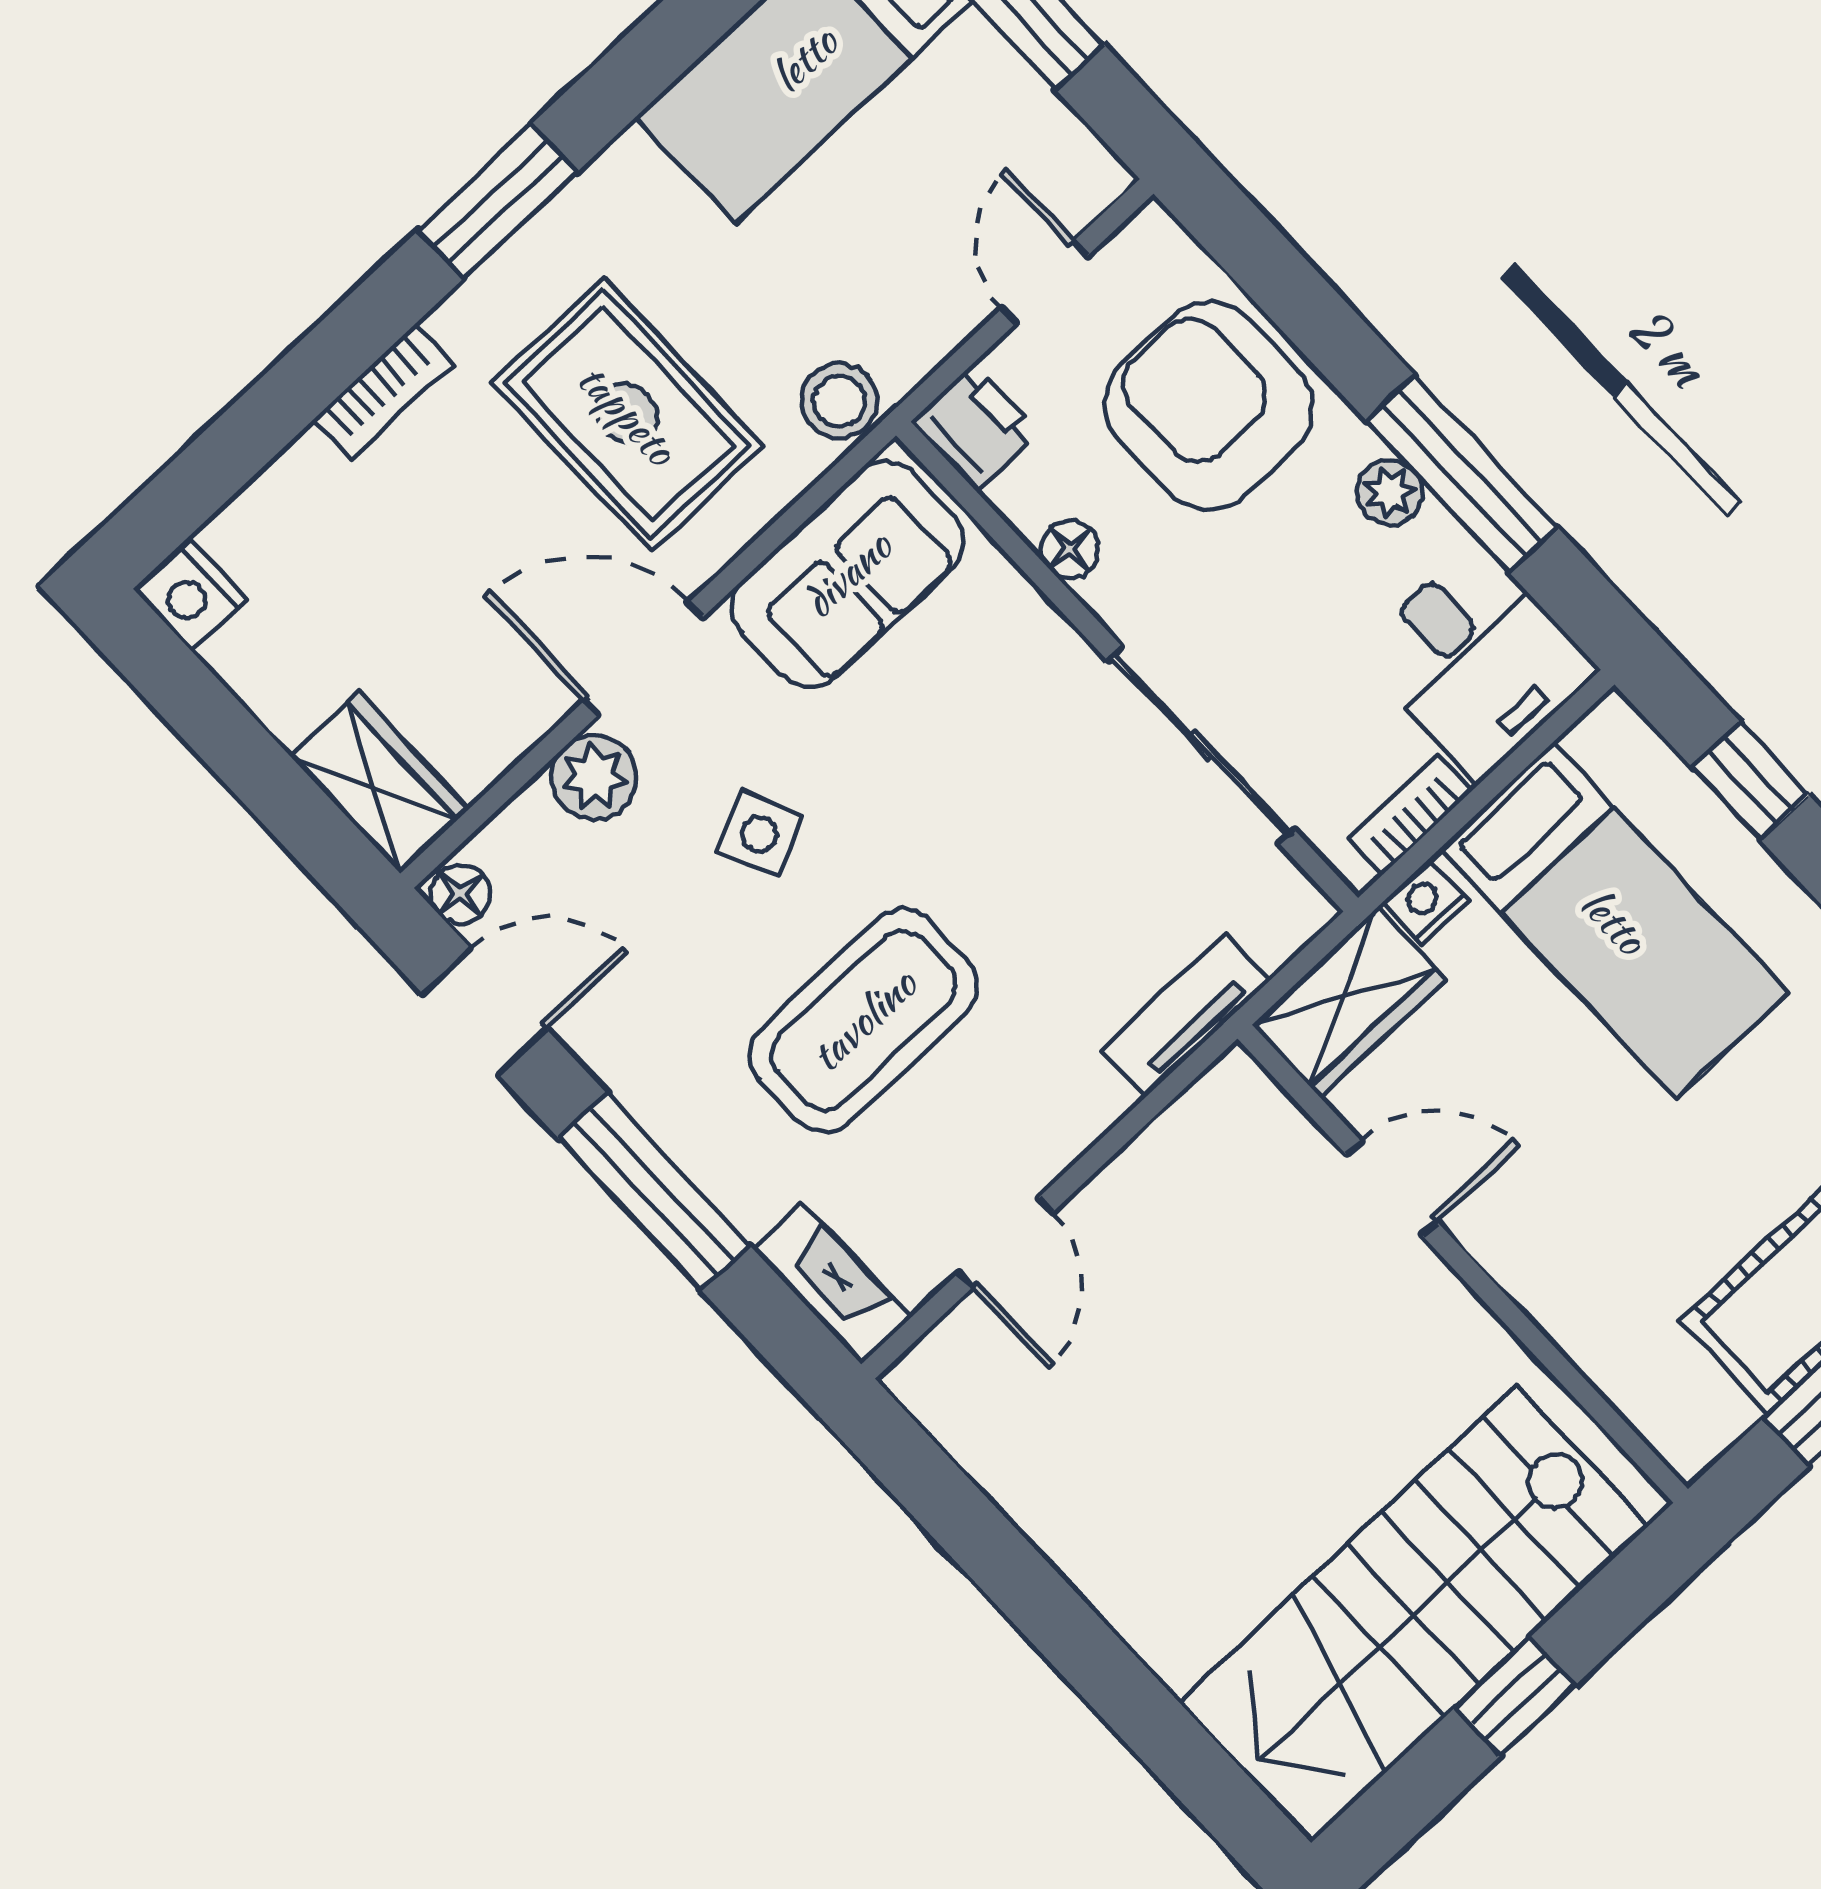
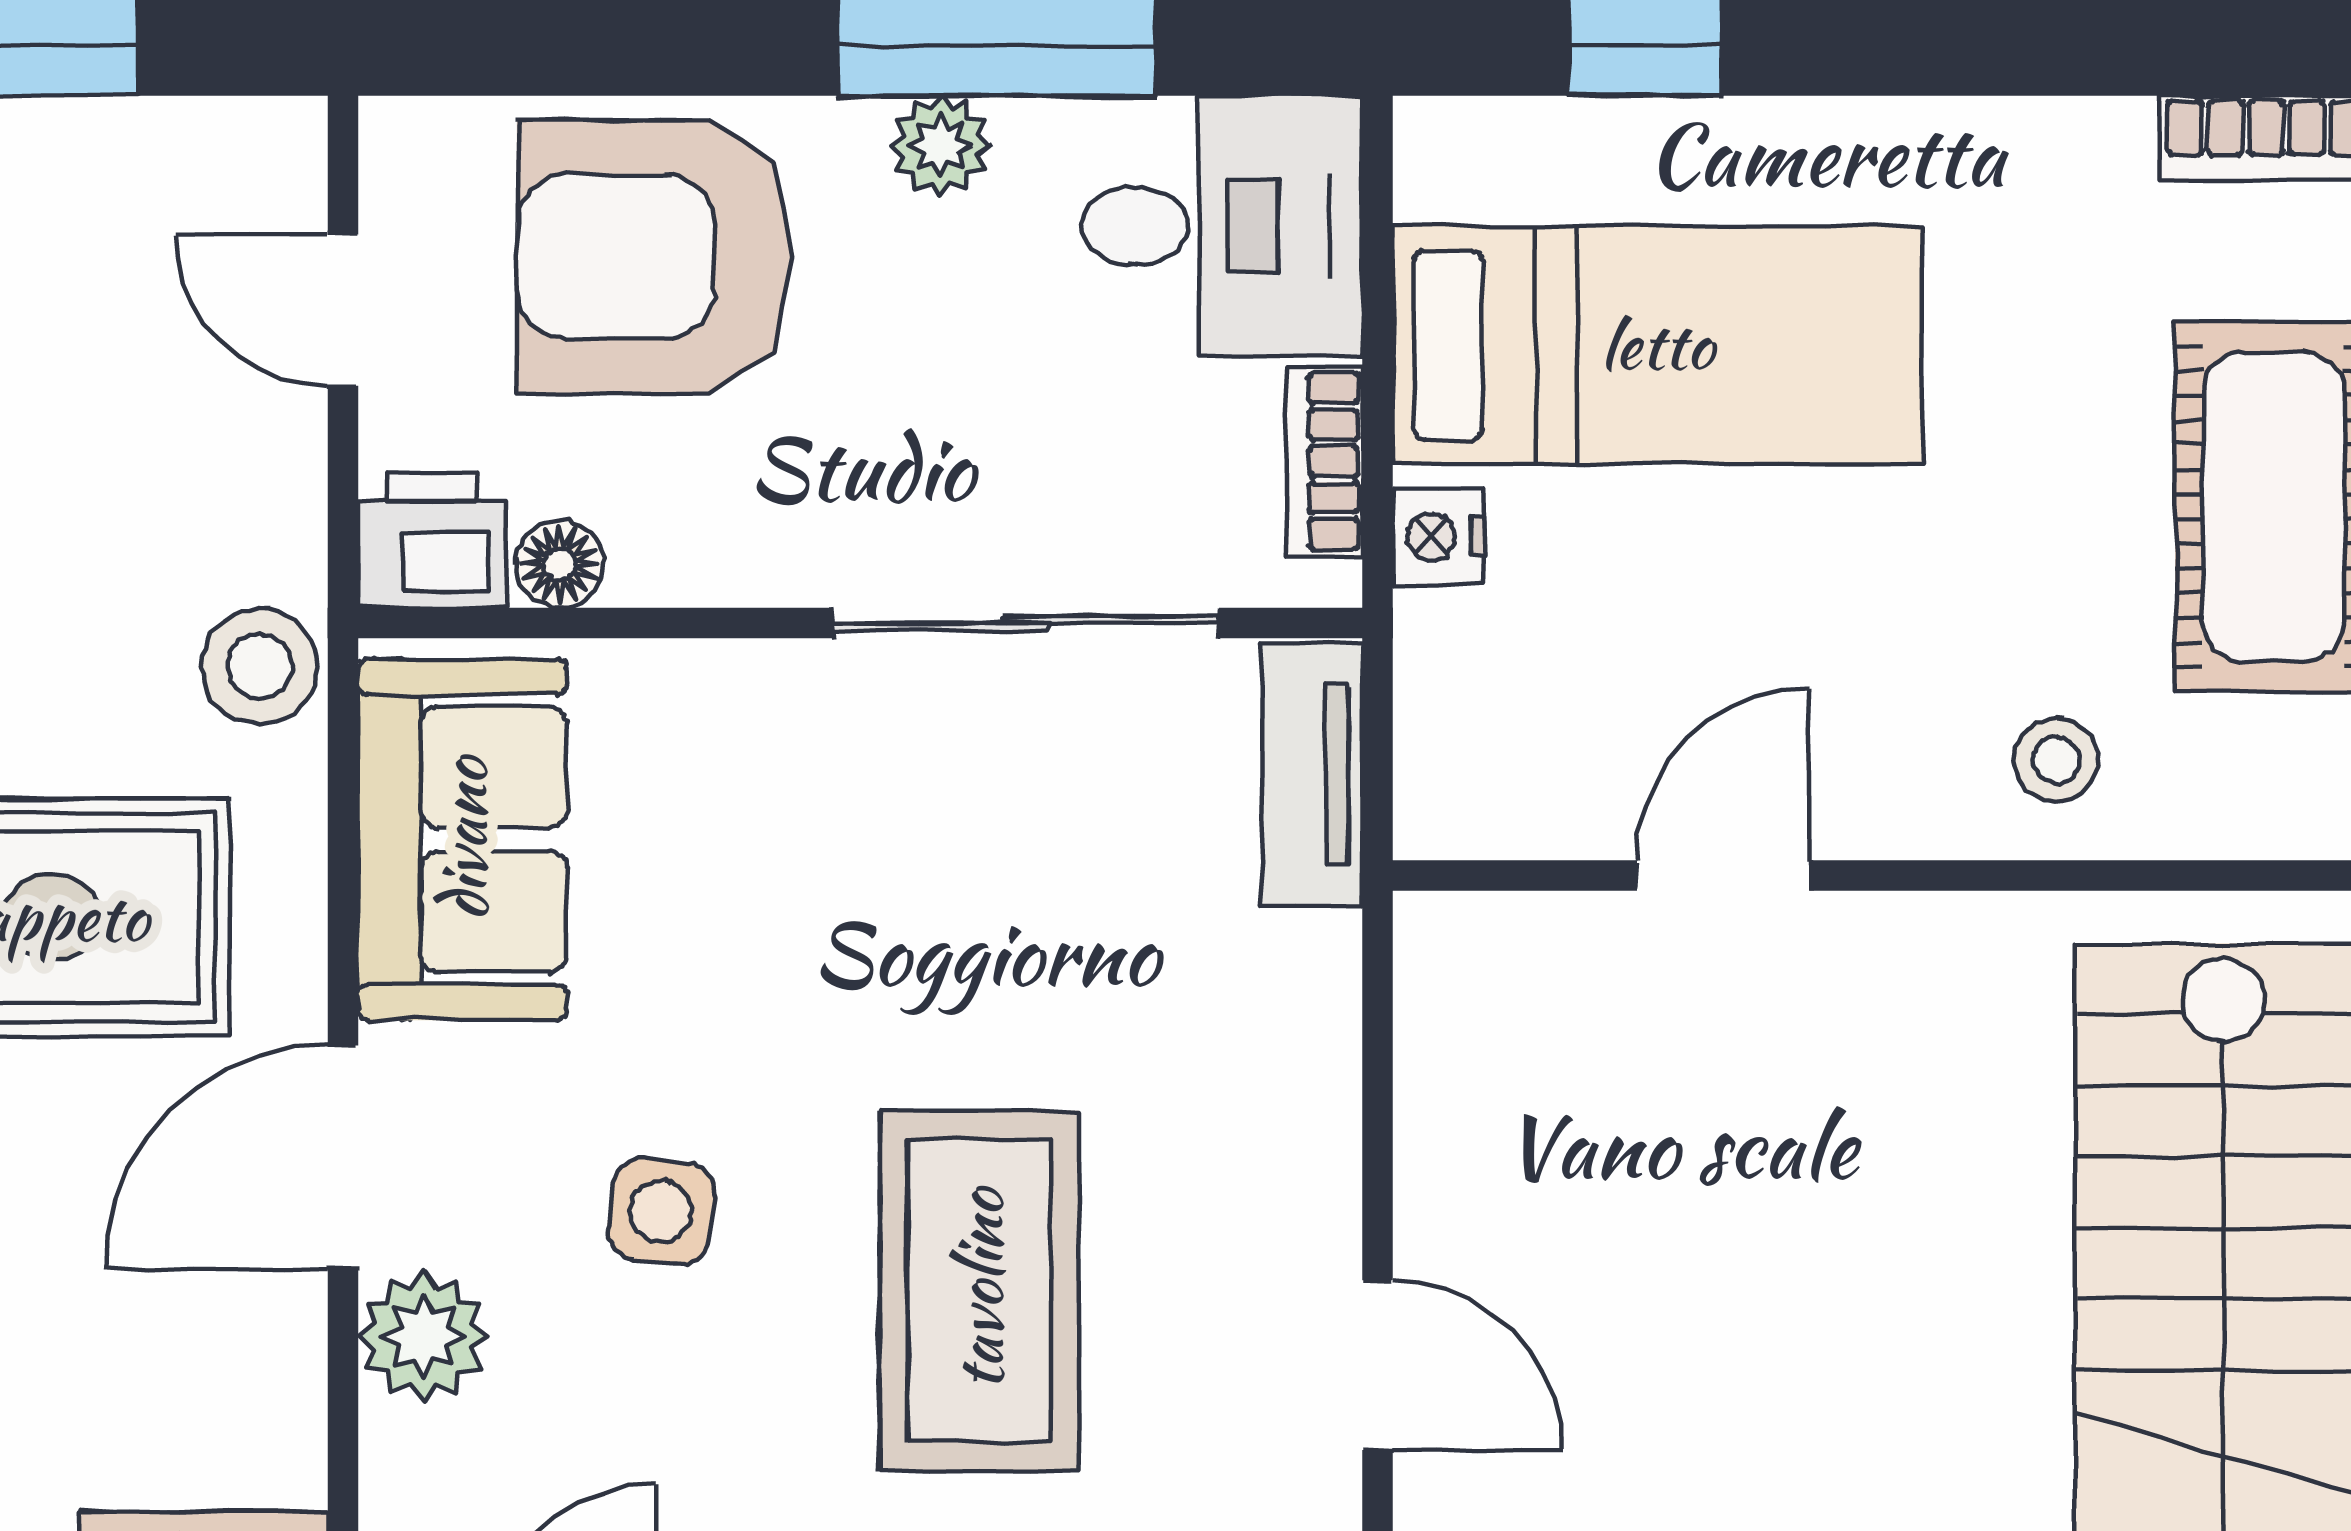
floor lamp: (1070, 550) -> (560, 564), moved
side table: (759, 834) -> (661, 1211), turned 32
wardrobe: (1349, 1002) -> (1470, 728), removed
tv unit: (1185, 1015) -> (1312, 774), moved
stool: (1595, 1295) -> (2056, 760), added

